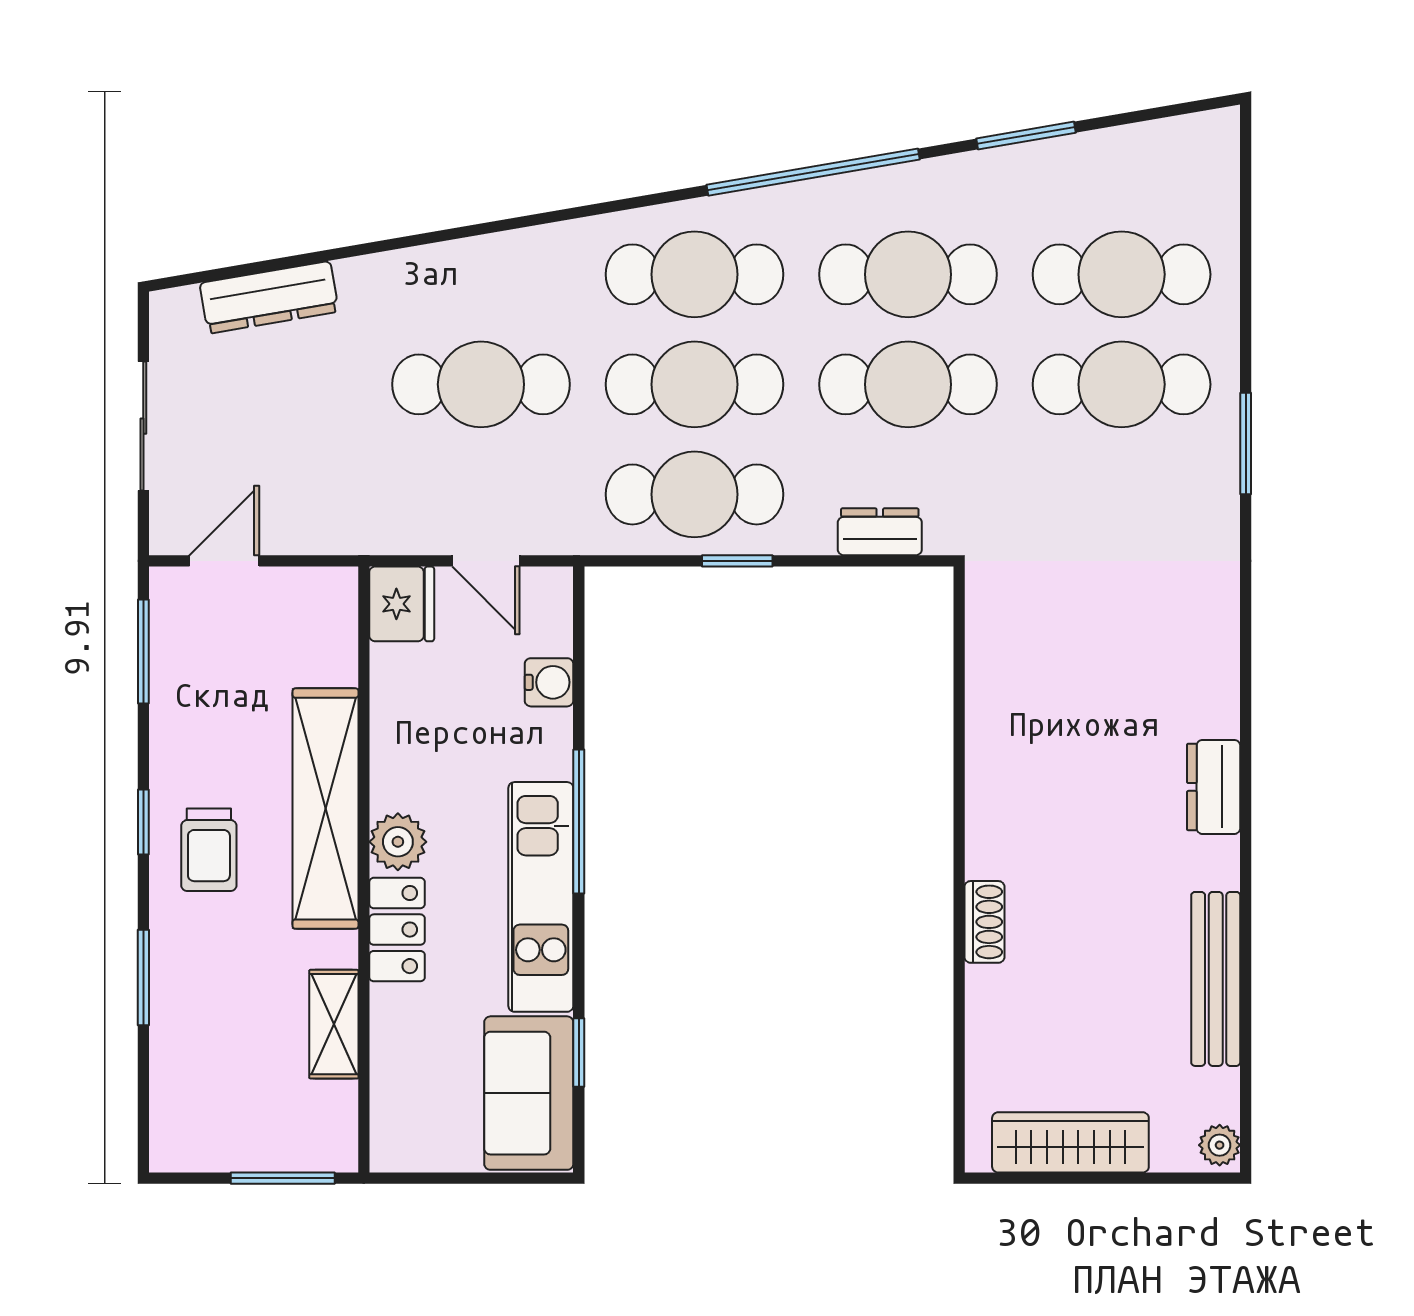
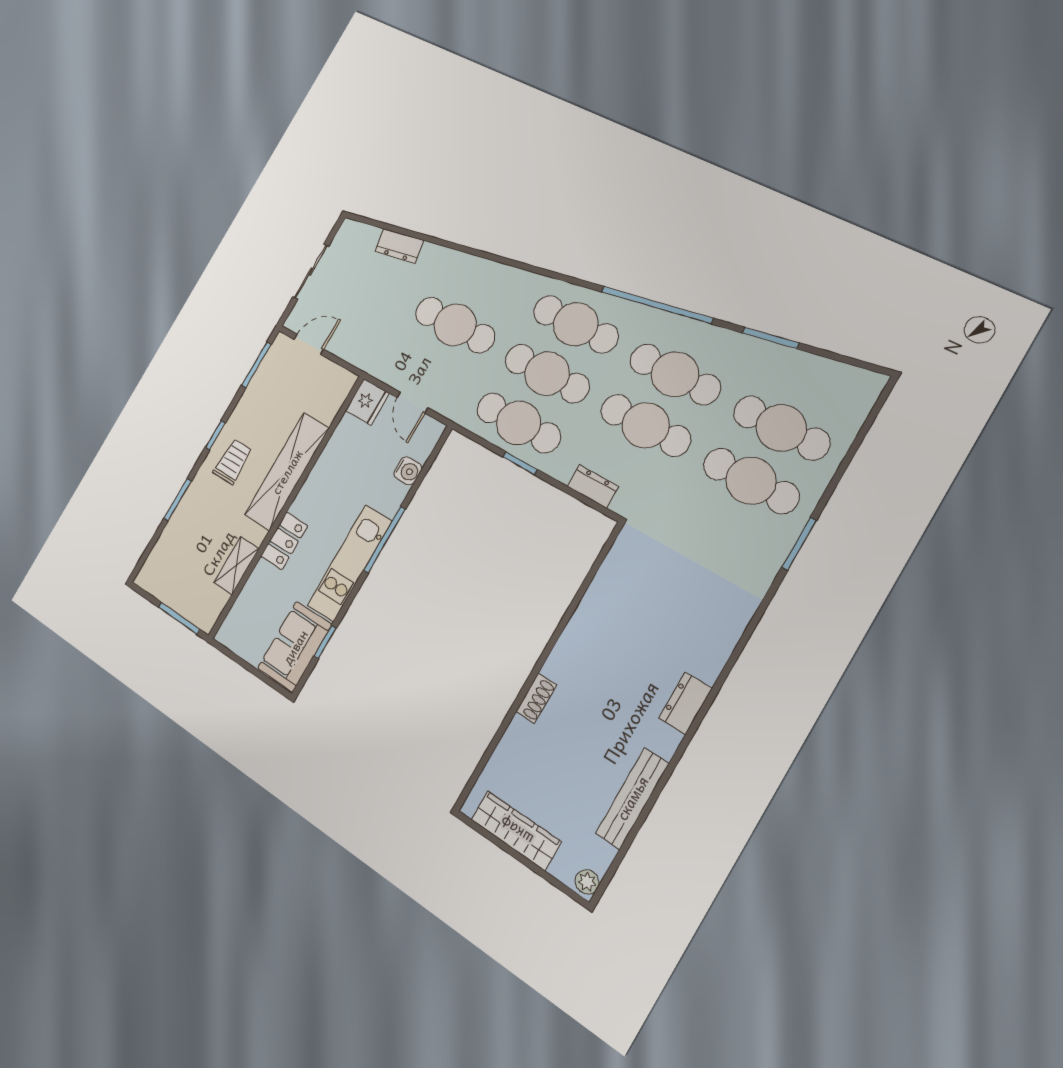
dresser: (269, 297) -> (399, 246), width x0.70
plant: (398, 842) -> (306, 503), removed
trolley: (209, 850) -> (233, 462), turned 180

